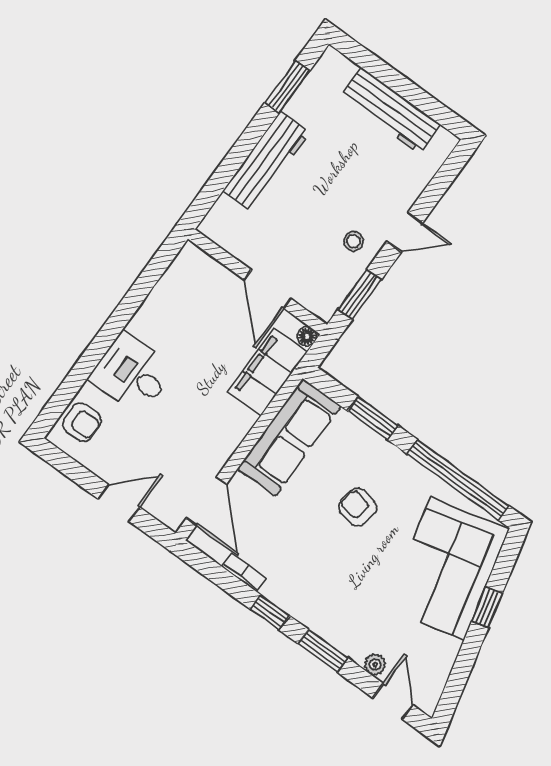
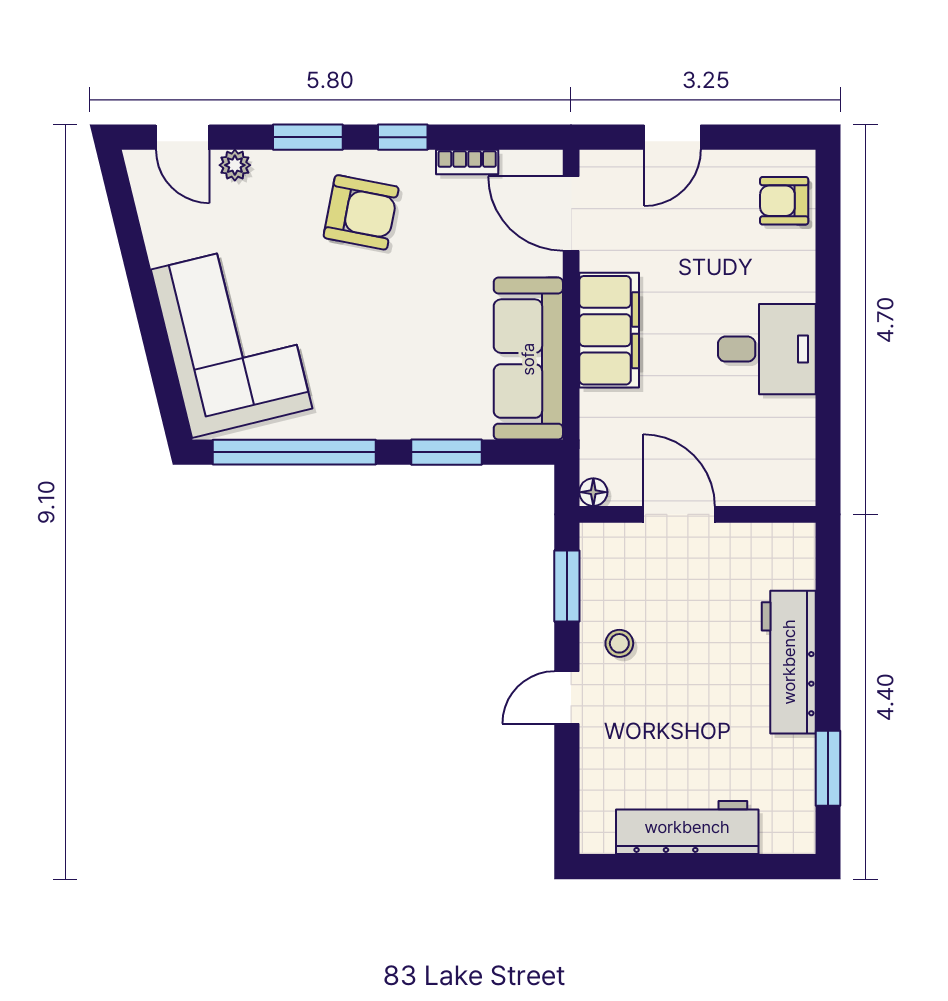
filing cabinet: (268, 372) -> (609, 330), moved
desk: (132, 373) -> (767, 349), moved
armchair: (358, 507) -> (361, 212), moved, width x1.38, depth x1.38
window: (487, 607) -> (152, 327), removed

